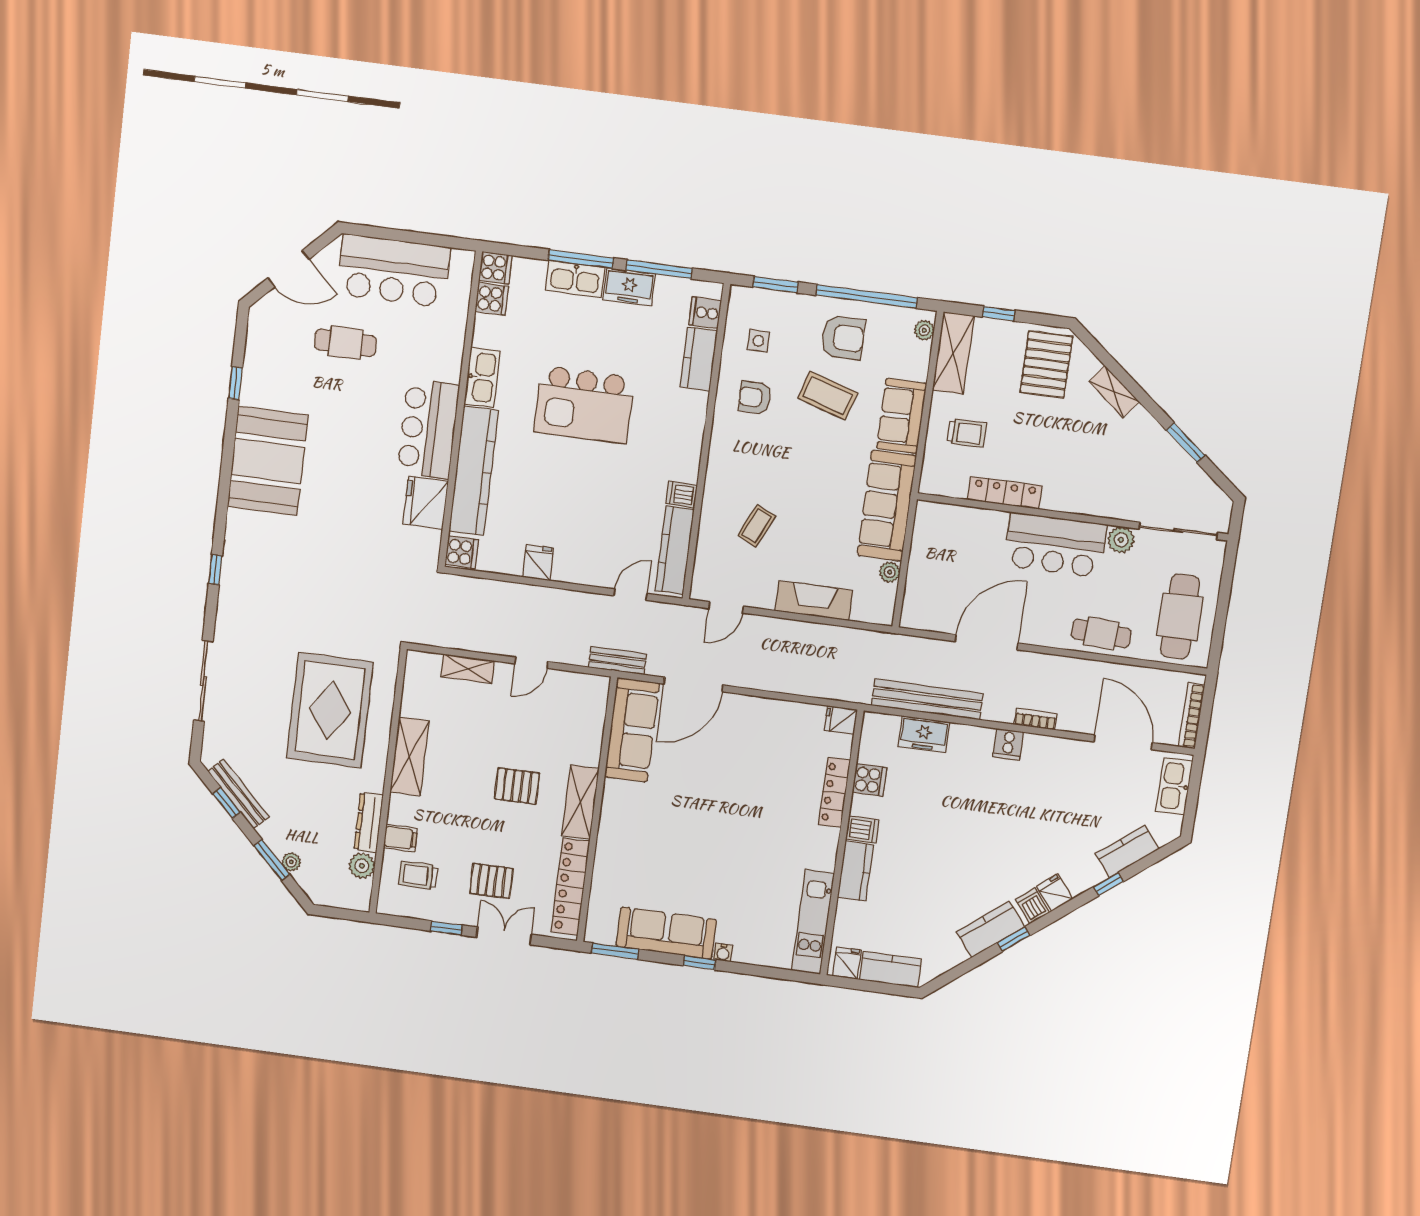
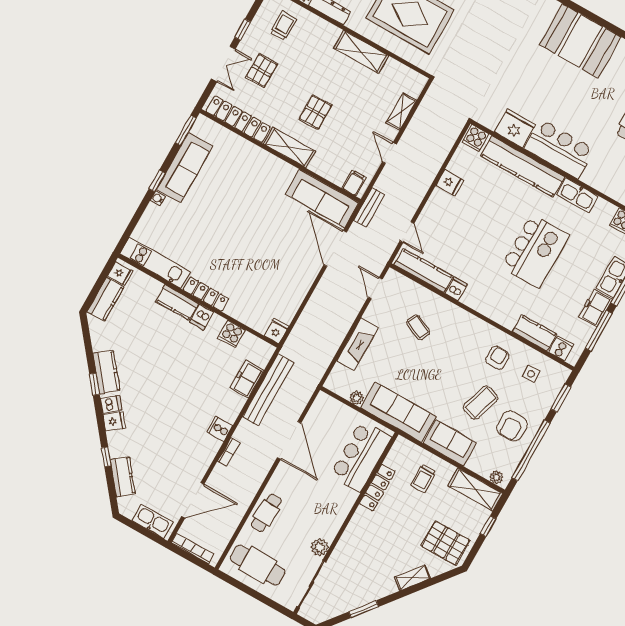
kitchen island: (584, 405) -> (535, 251), turned 180
bar counter: (1055, 545) -> (361, 456), moved
locker: (834, 793) -> (206, 294), moved
filing cabinet: (400, 838) -> (354, 183), moved, turned 180

